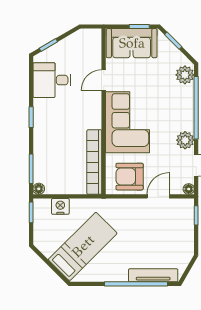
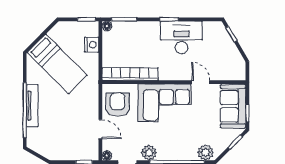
desk: (52, 80) -> (181, 37), moved, width x1.37
tv unit: (153, 275) -> (32, 106), moved

